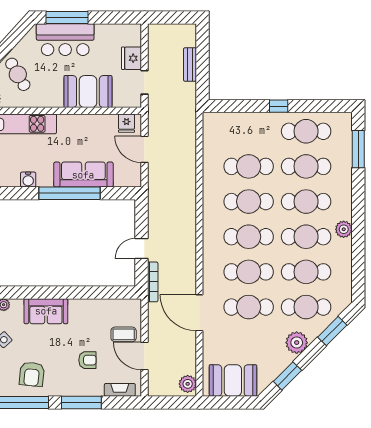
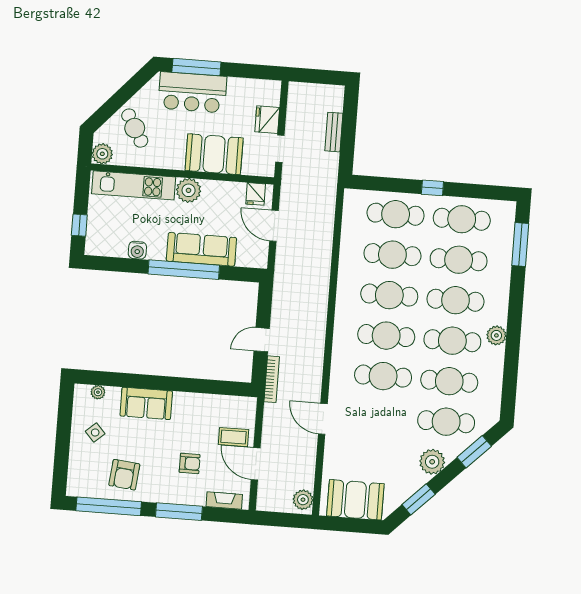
plant: (68, 124) -> (189, 190), added
cafe table: (249, 307) -> (396, 214), moved
door: (199, 313) -> (323, 419), width x0.73

